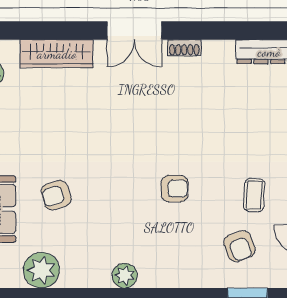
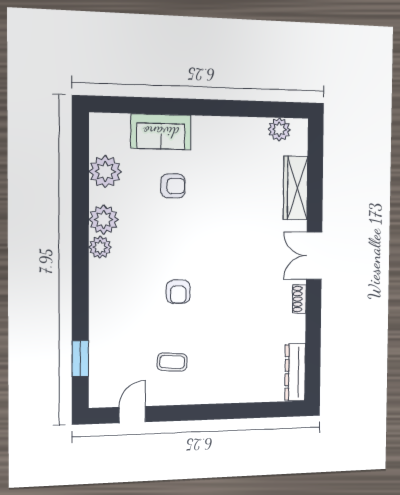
armchair: (56, 195) -> (173, 186), turned 107
armchair: (239, 246) -> (127, 350), removed
plant: (94, 272) -> (104, 220), added

